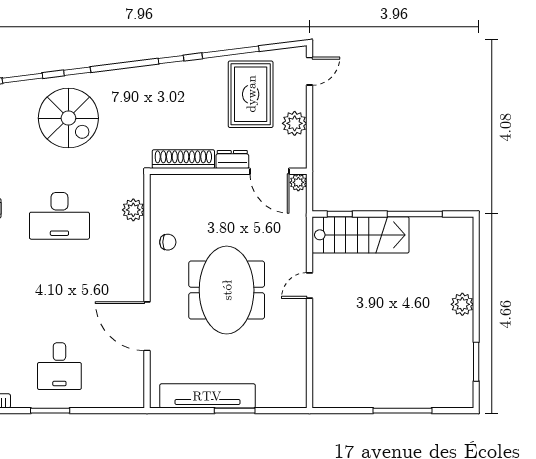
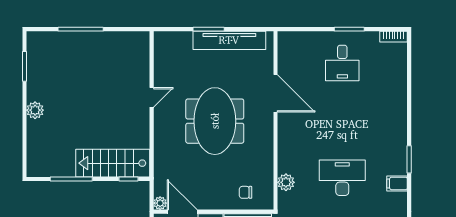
chair: (168, 242) -> (246, 192), moved
door: (309, 286) -> (152, 97), moved
desk: (59, 366) -> (342, 63), turned 180

